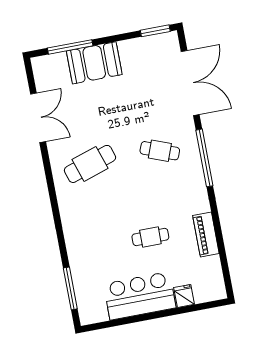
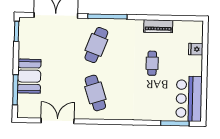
cafe table: (160, 151) -> (96, 45), width x1.37, depth x1.35
bar counter: (140, 296) -> (189, 99), moved

